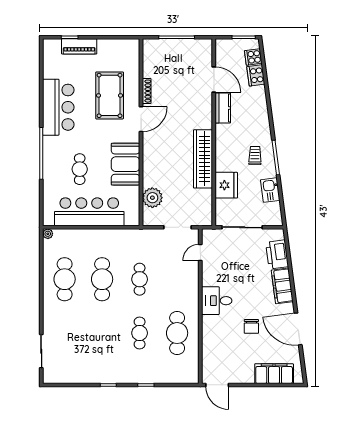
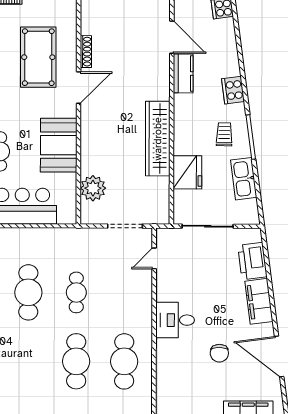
cooker: (256, 75) -> (233, 90), moved
kitchen sink: (270, 190) -> (244, 179), width x1.38
cafe table: (140, 333) -> (76, 361), width x1.37, depth x1.35

